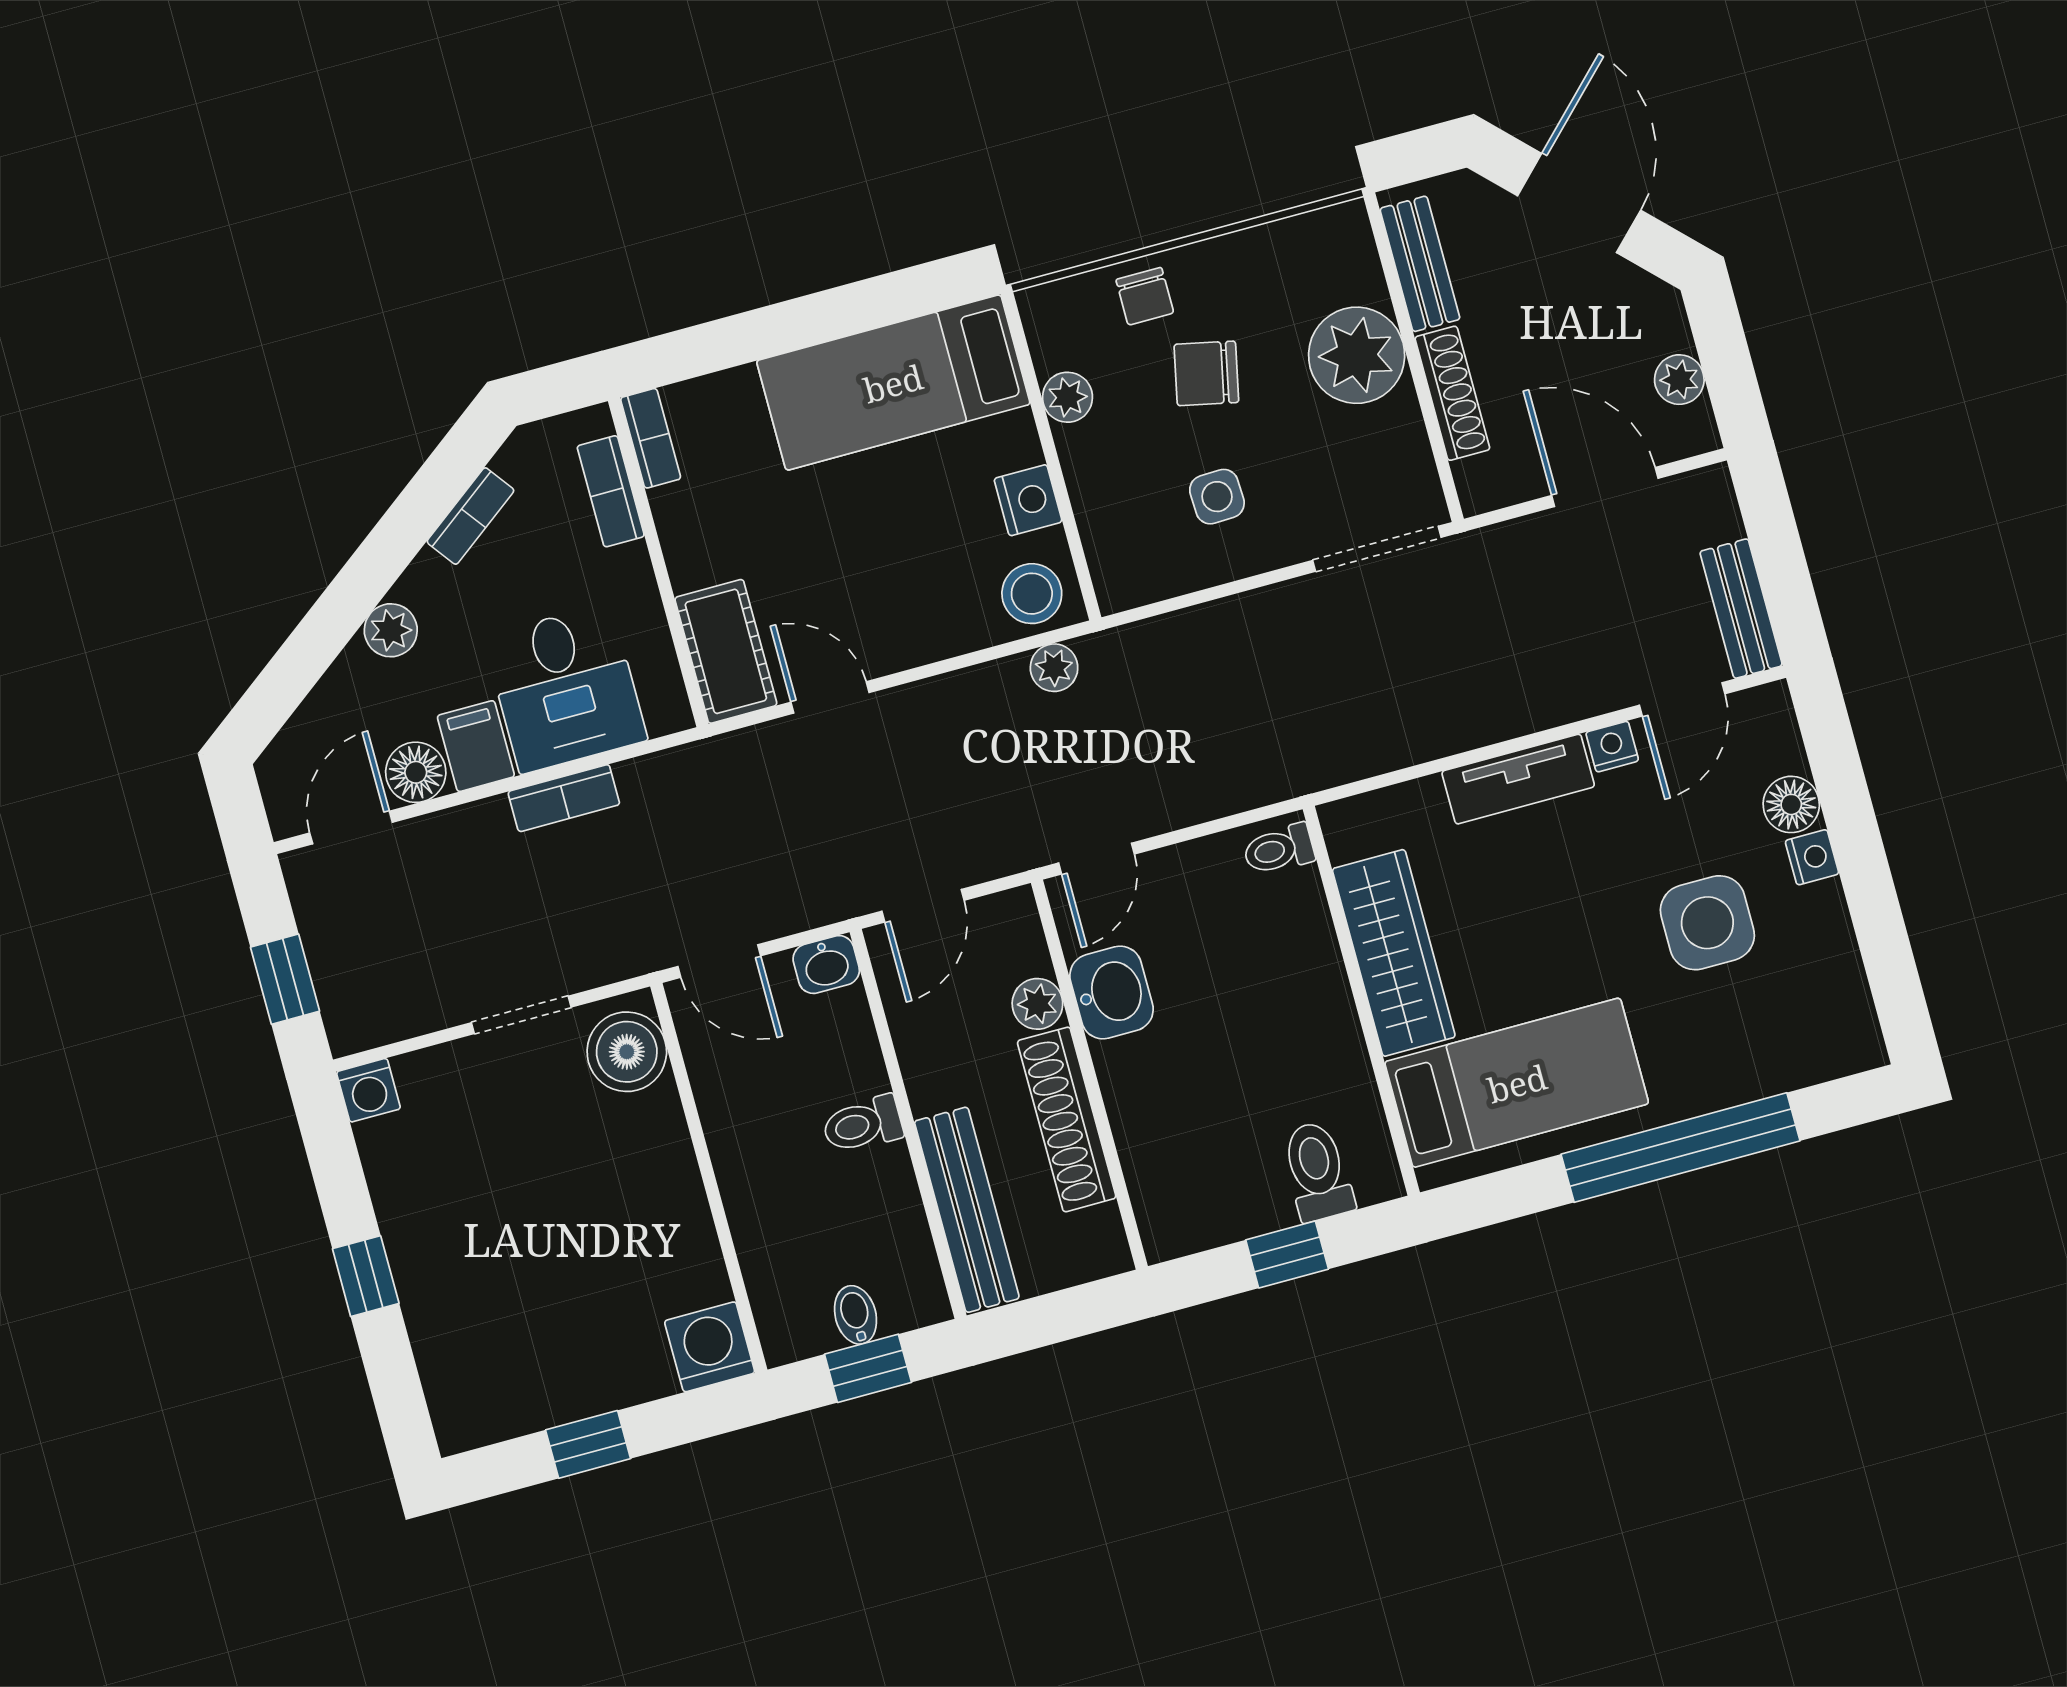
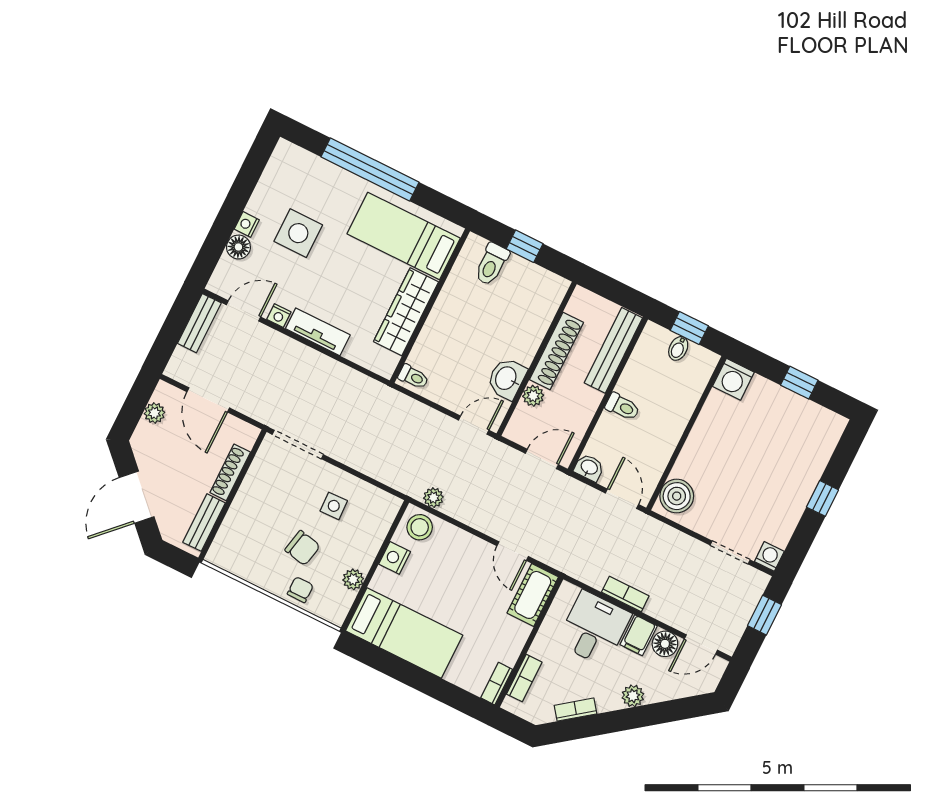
plant: (1357, 355) -> (250, 511), removed
doorway: (521, 1015) -> (730, 552), moved

